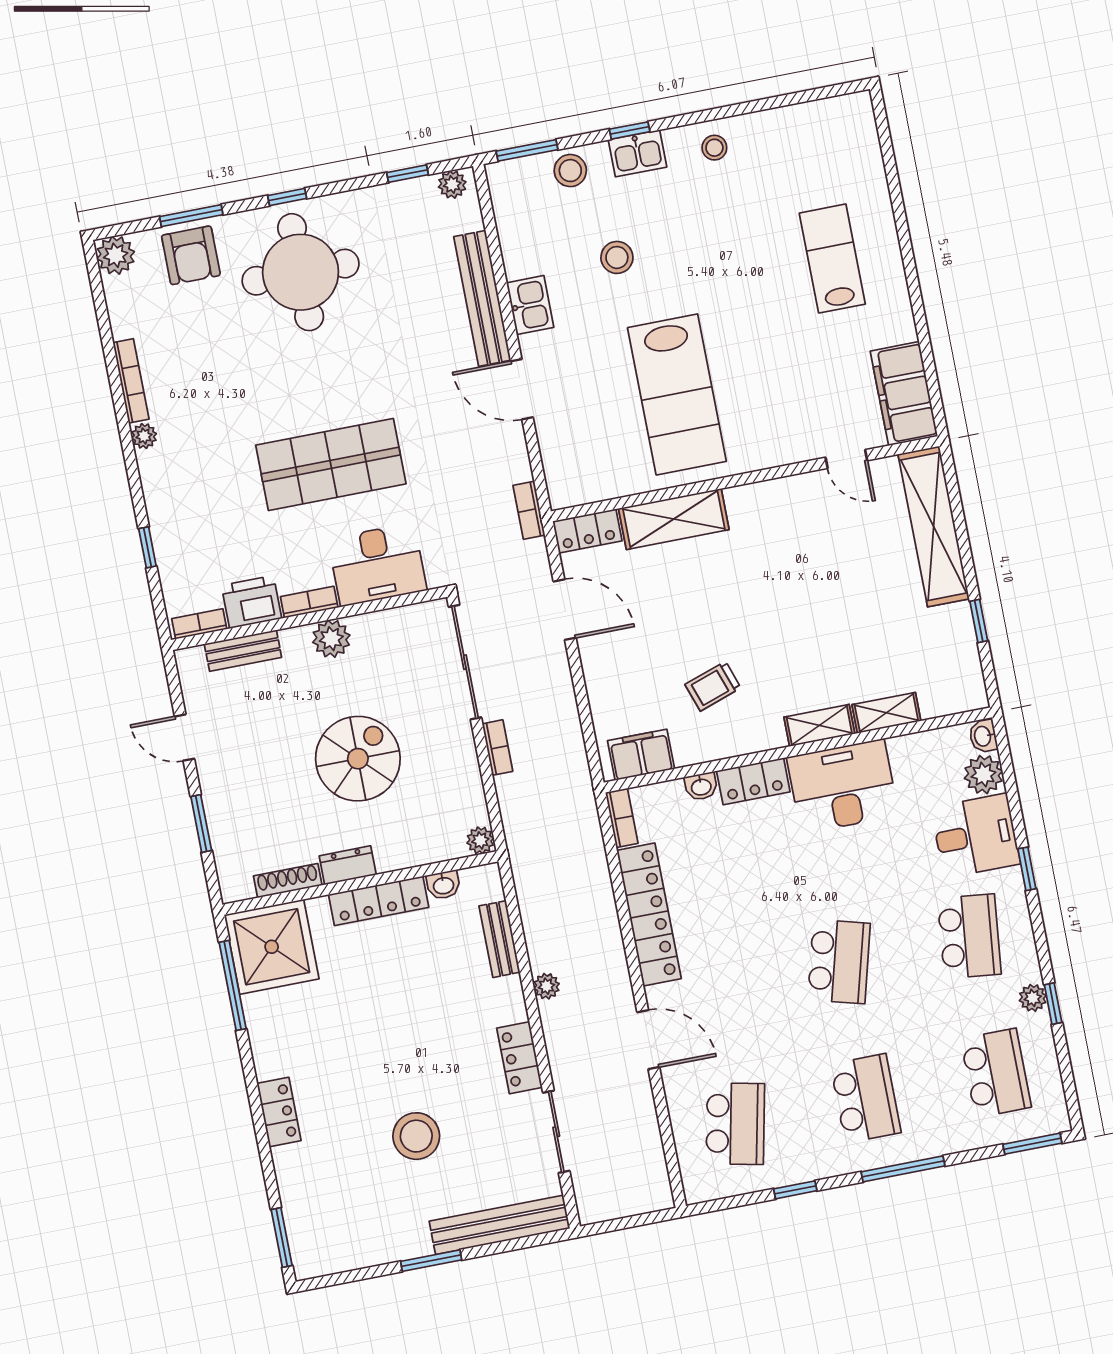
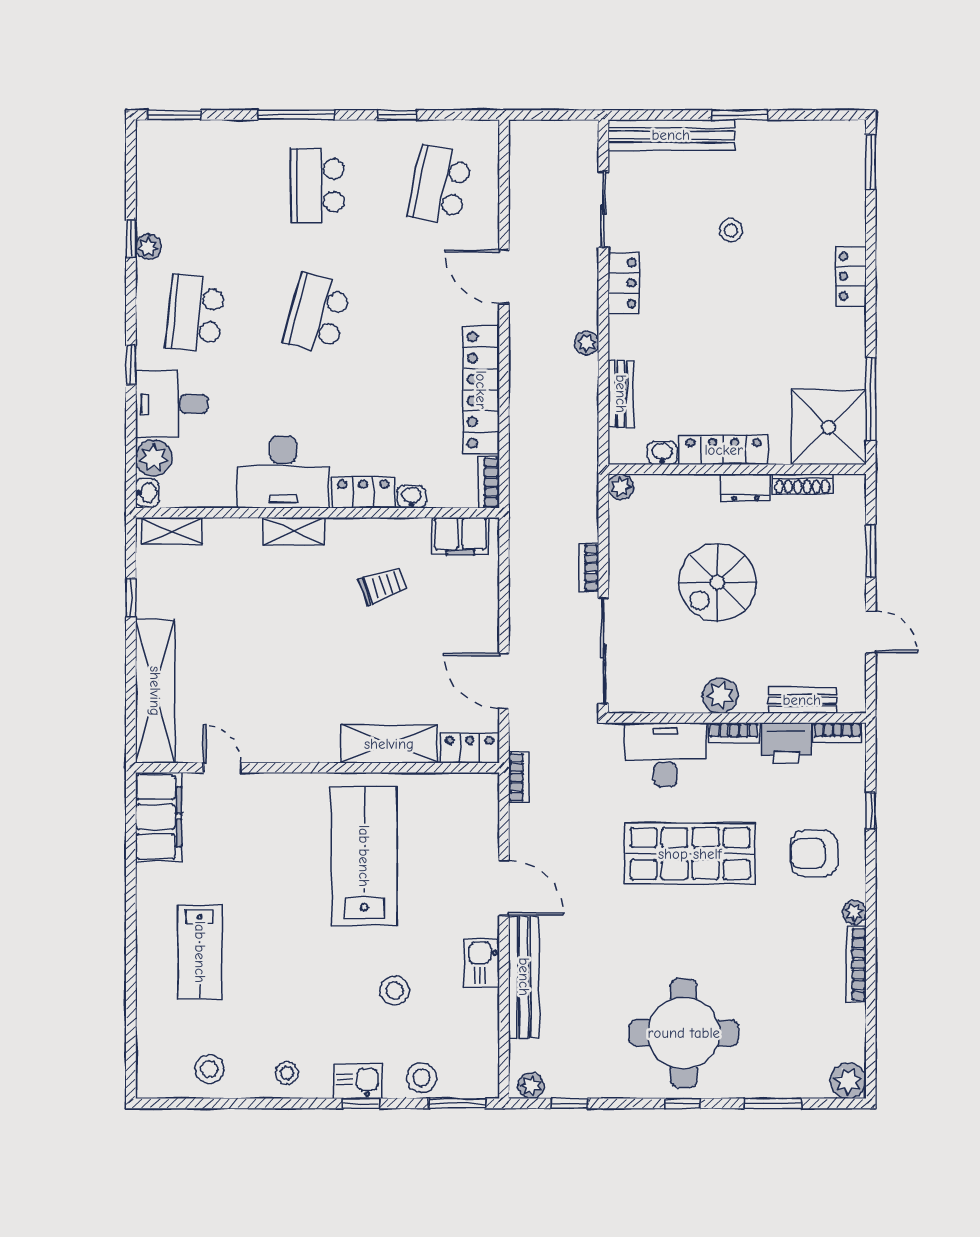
stool: (798, 136) -> (209, 1069), added
armchair: (191, 255) -> (814, 853), moved, turned -90
shelving: (886, 713) -> (172, 531), moved
school desk: (996, 1073) -> (195, 185), removed
stool: (416, 1136) -> (731, 230), width x0.53, depth x0.53

